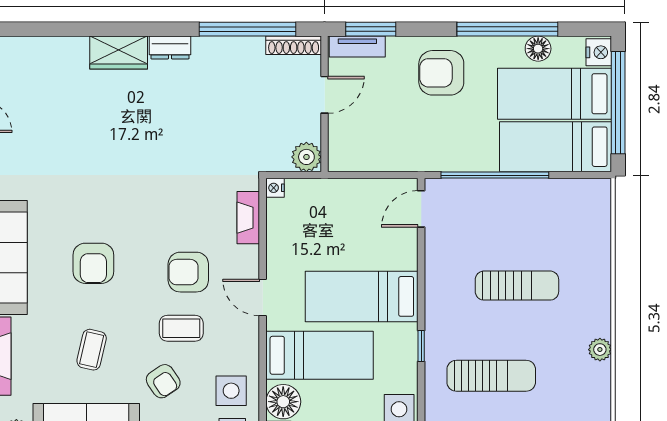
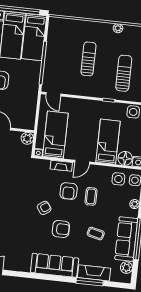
fireplace: (248, 218) -> (61, 166), moved
bed: (362, 296) -> (55, 135), moved, turned 180
armchair: (163, 381) -> (44, 208), moved

